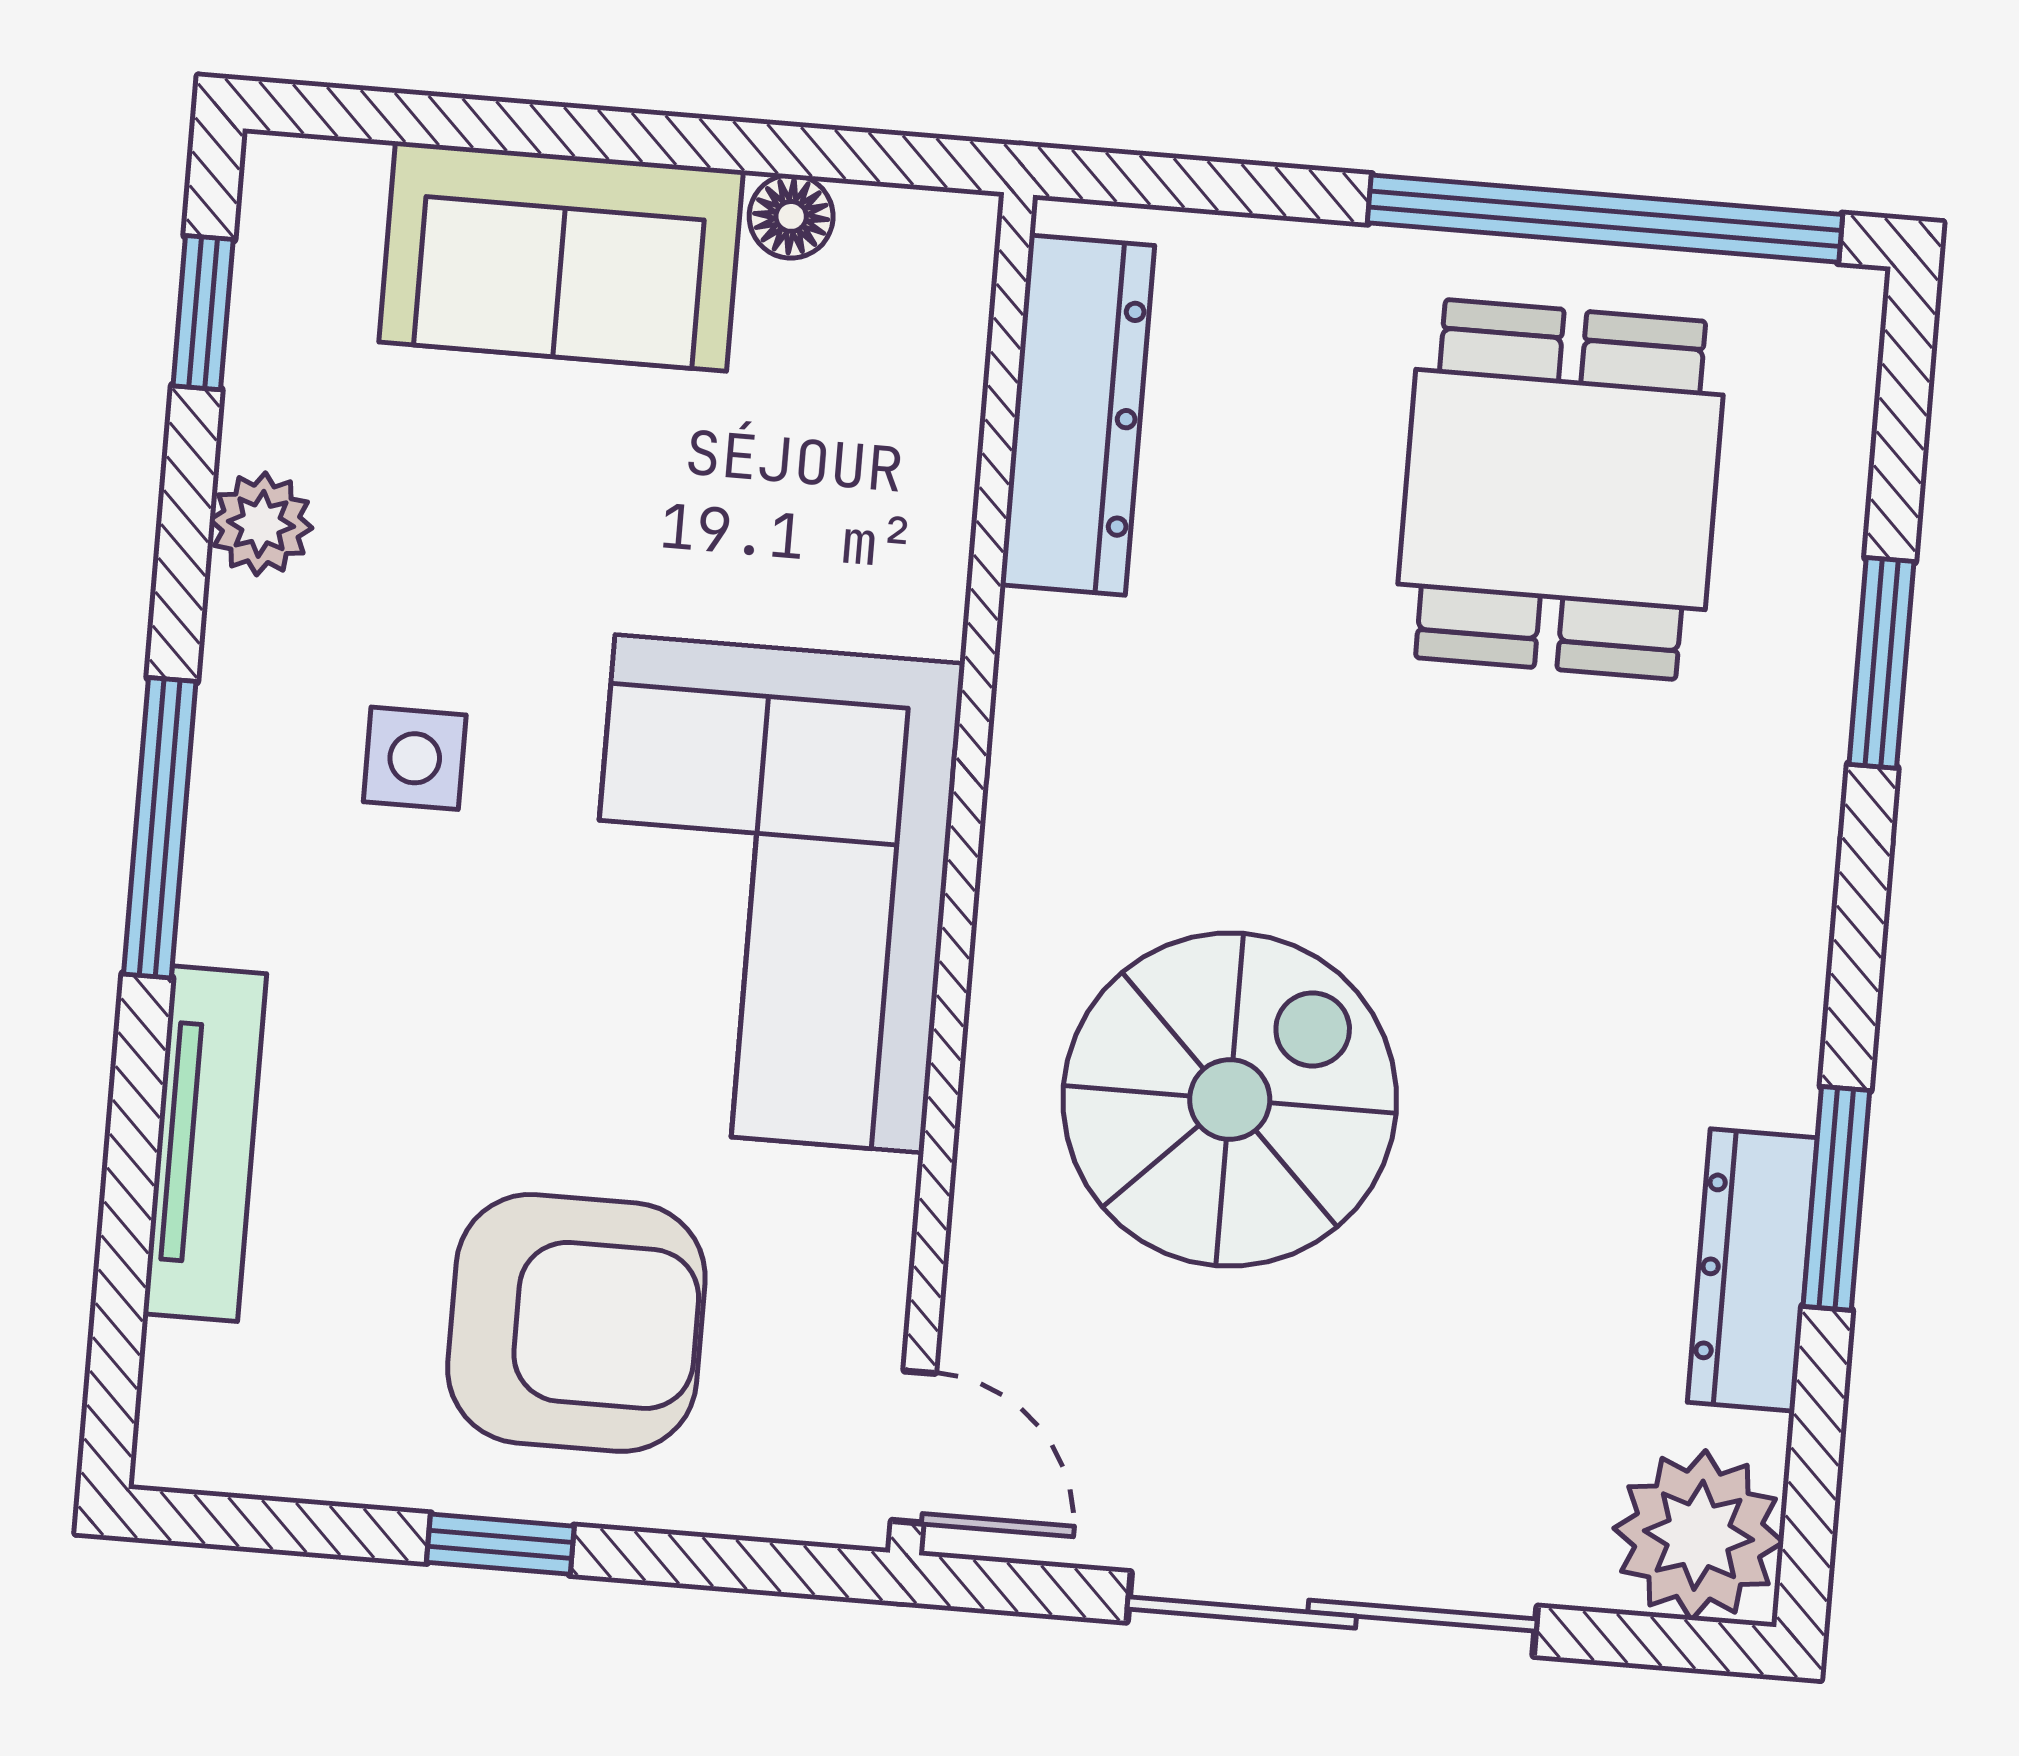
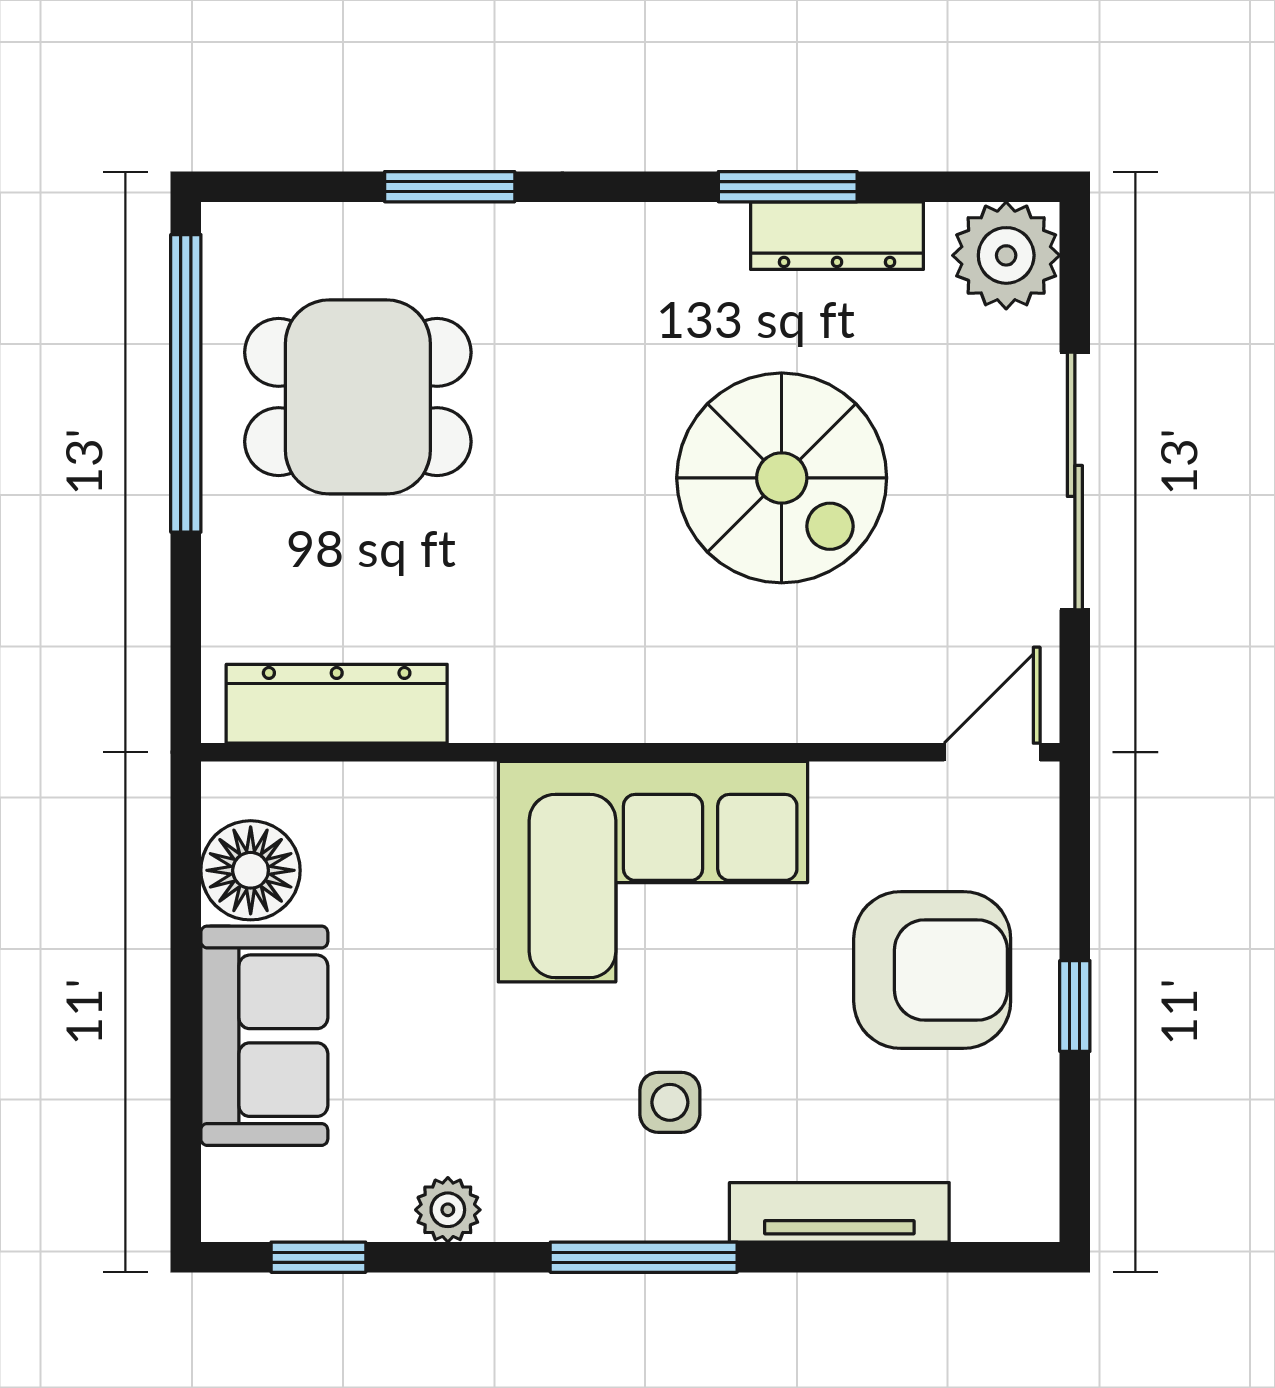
floor lamp: (791, 216) -> (251, 870), width x1.89, depth x1.89
side table: (415, 758) -> (670, 1102), moved
spiral stairs: (1230, 1100) -> (782, 478), moved, turned 180
armchair: (576, 1323) -> (932, 970), turned 90

